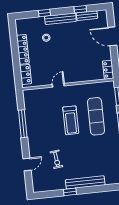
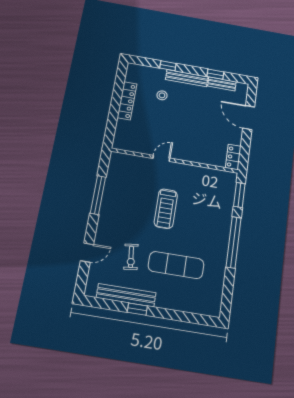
locker: (26, 74) -> (121, 133), removed
exercise mat: (96, 116) -> (176, 265), moved, turned 90
bench: (85, 182) -> (126, 295), moved

